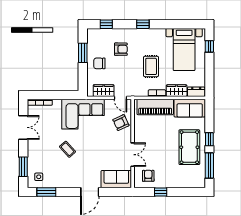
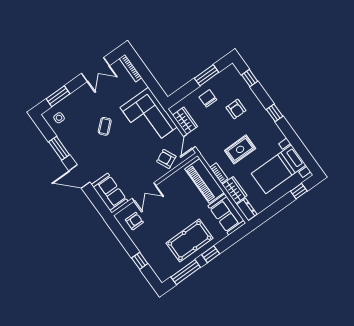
window: (46, 192) -> (59, 148), moved
window: (161, 192) -> (140, 261), moved

